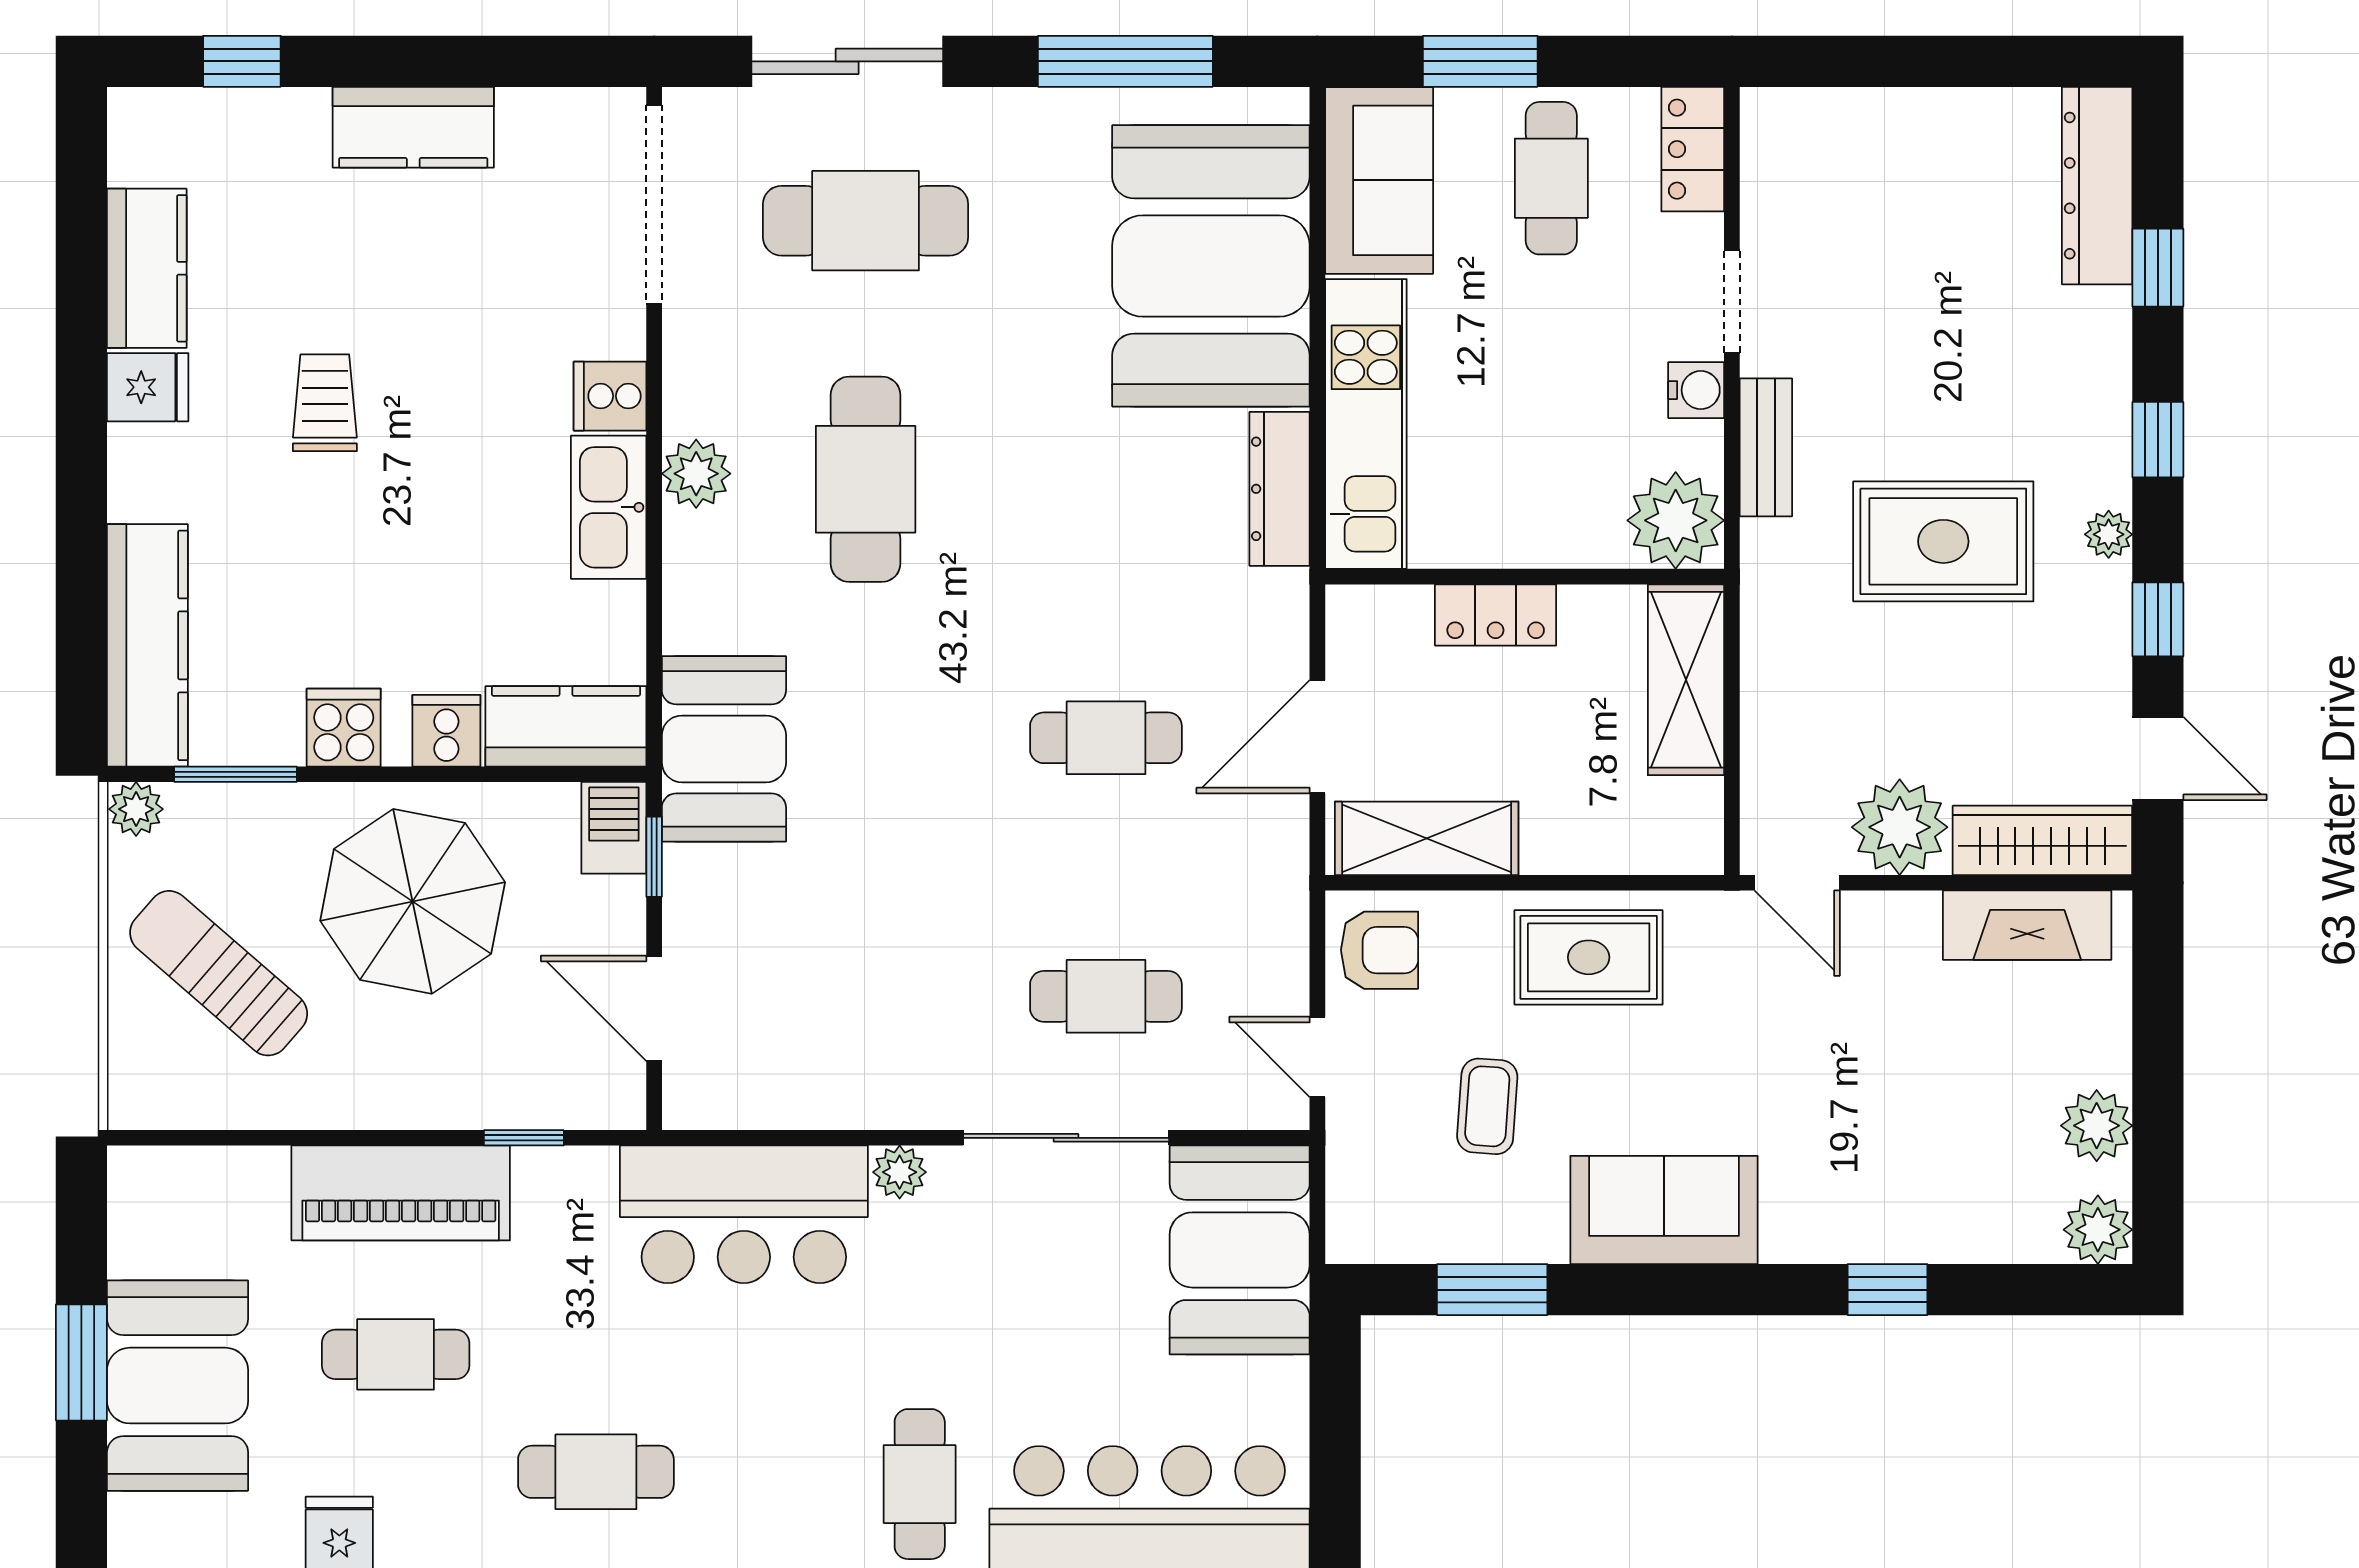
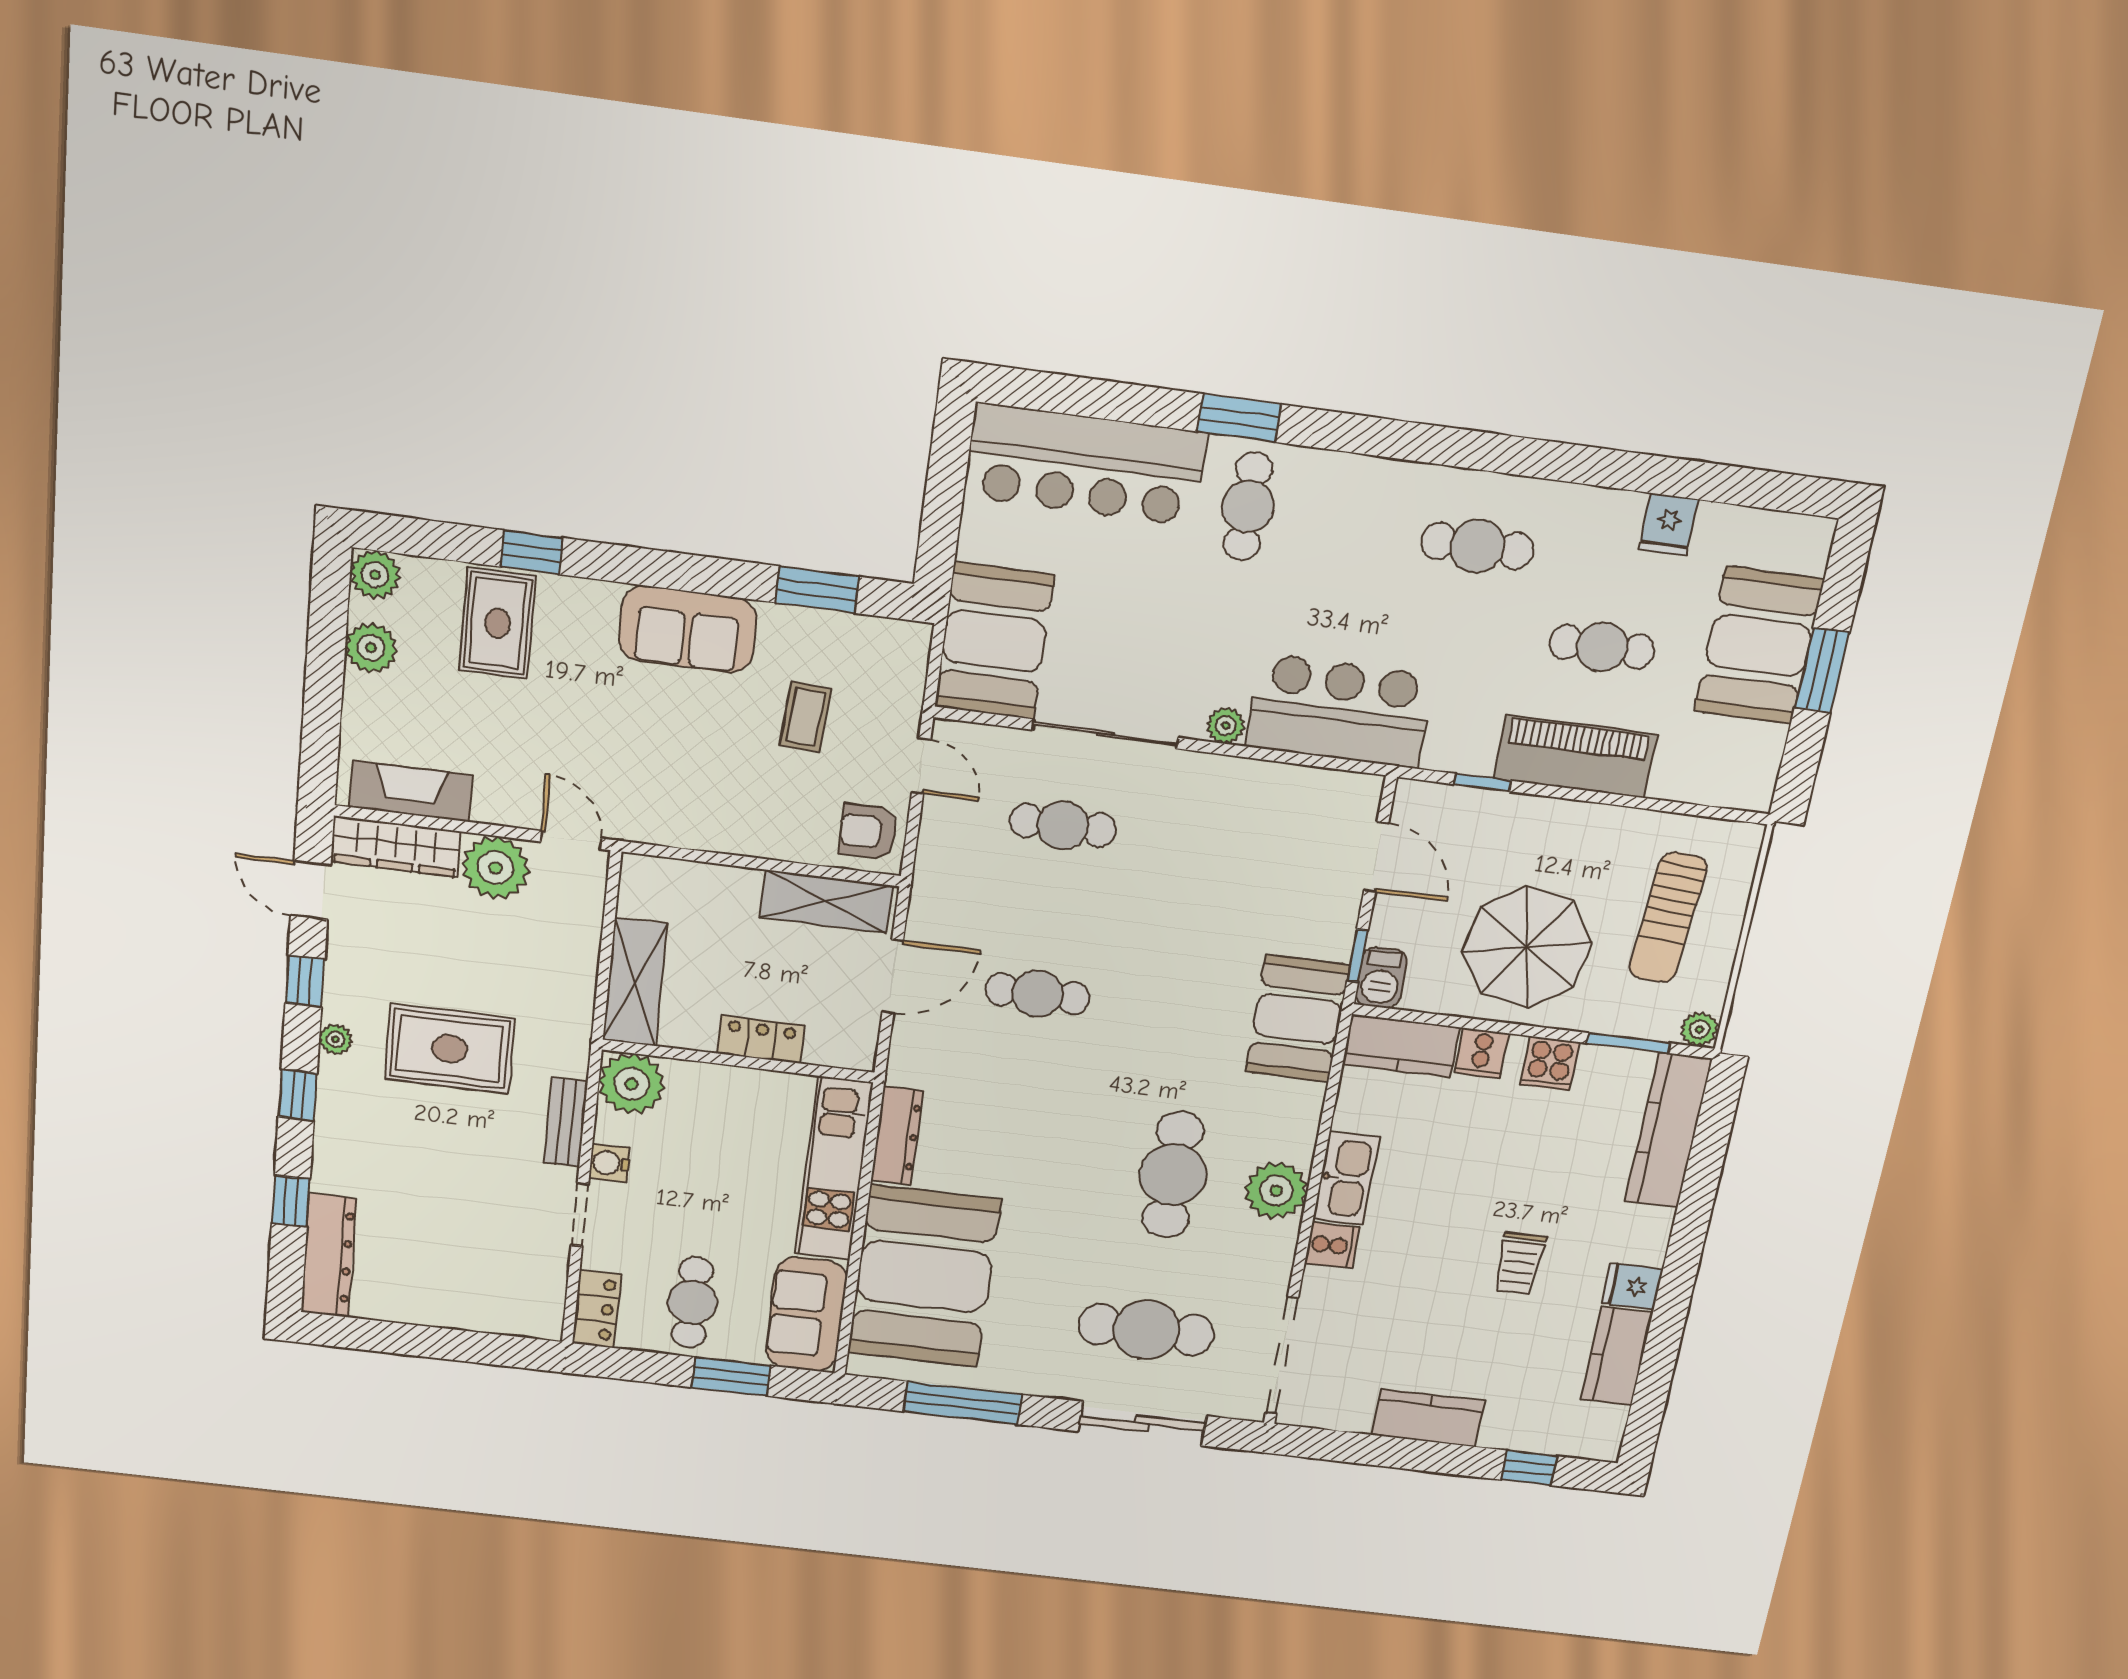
plant: (696, 474) -> (1276, 1191), width x1.36, depth x1.36
rug: (1589, 957) -> (497, 623), moved, turned 90
sun lounger: (219, 973) -> (1668, 917), turned 53

